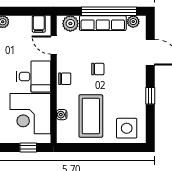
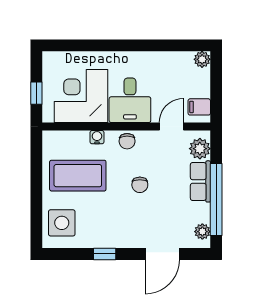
row of seats: (103, 23) -> (200, 181), width x0.68
water cooler: (62, 115) -> (97, 137), moved

